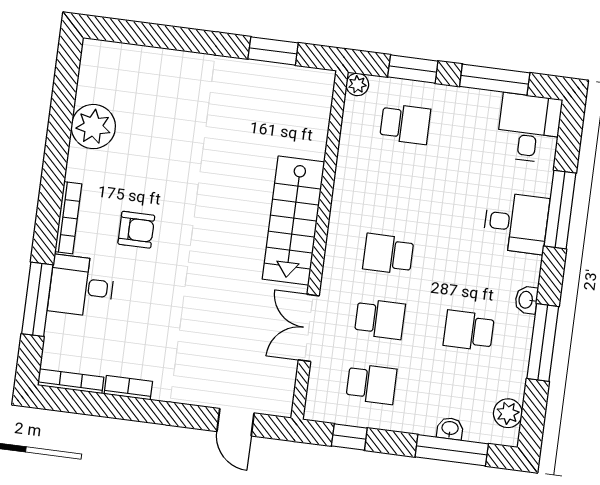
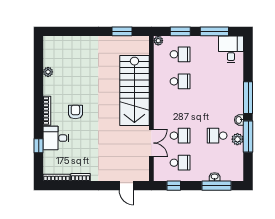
plant: (93, 127) -> (48, 72), width x0.53, depth x0.53
window: (560, 210) -> (248, 98), moved
stairs: (293, 221) -> (134, 91), width x1.36, depth x1.51
desk: (516, 223) -> (231, 89), removed
armchair: (136, 230) -> (75, 112), turned -90
school desk: (388, 254) -> (180, 81), moved, turned 180
window: (37, 299) -> (39, 146), width x0.46
double door: (309, 328) -> (151, 143), swing flipped
plant: (508, 413) -> (237, 139), moved

